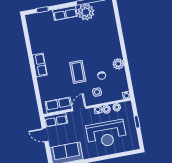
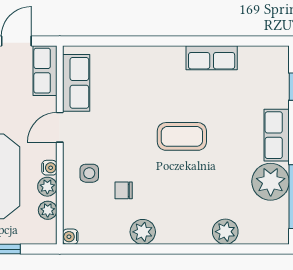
plant: (111, 28) -> (225, 232), added
row of seats: (40, 65) -> (212, 58), moved
coffee table: (78, 72) -> (182, 136), moved
door: (79, 109) -> (60, 127), swing flipped

